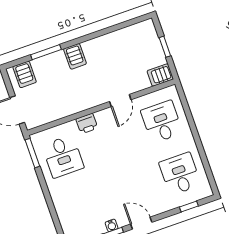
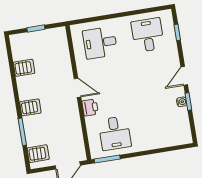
server rack: (160, 75) -> (24, 68), moved, turned -90
door: (120, 101) -> (77, 88), moved
desk: (63, 156) -> (115, 133), turned 90
desk: (180, 174) -> (148, 35), turned 90

